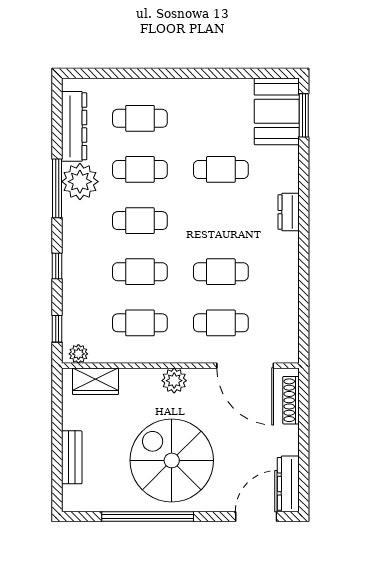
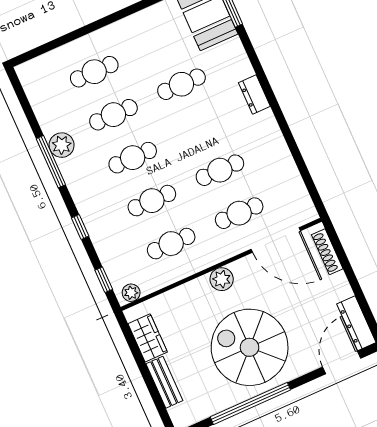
dresser: (74, 126) -> (42, 103), removed
plant: (80, 182) -> (62, 145), width x0.73, depth x0.73
wardrobe: (95, 381) -> (148, 338), moved, turned -90

